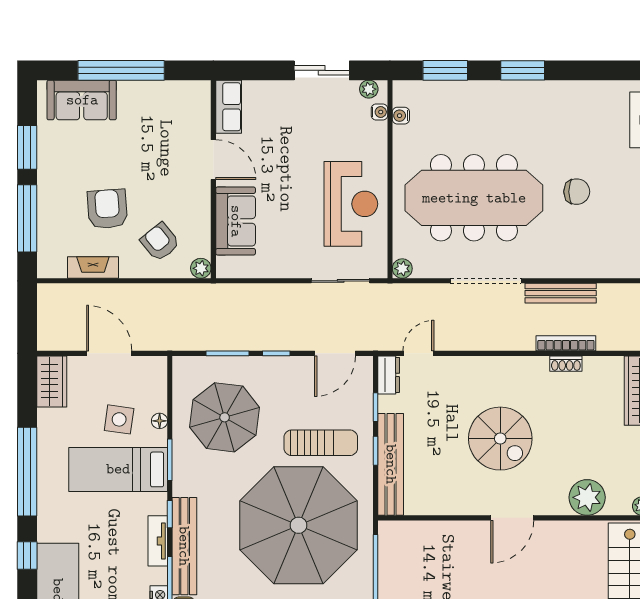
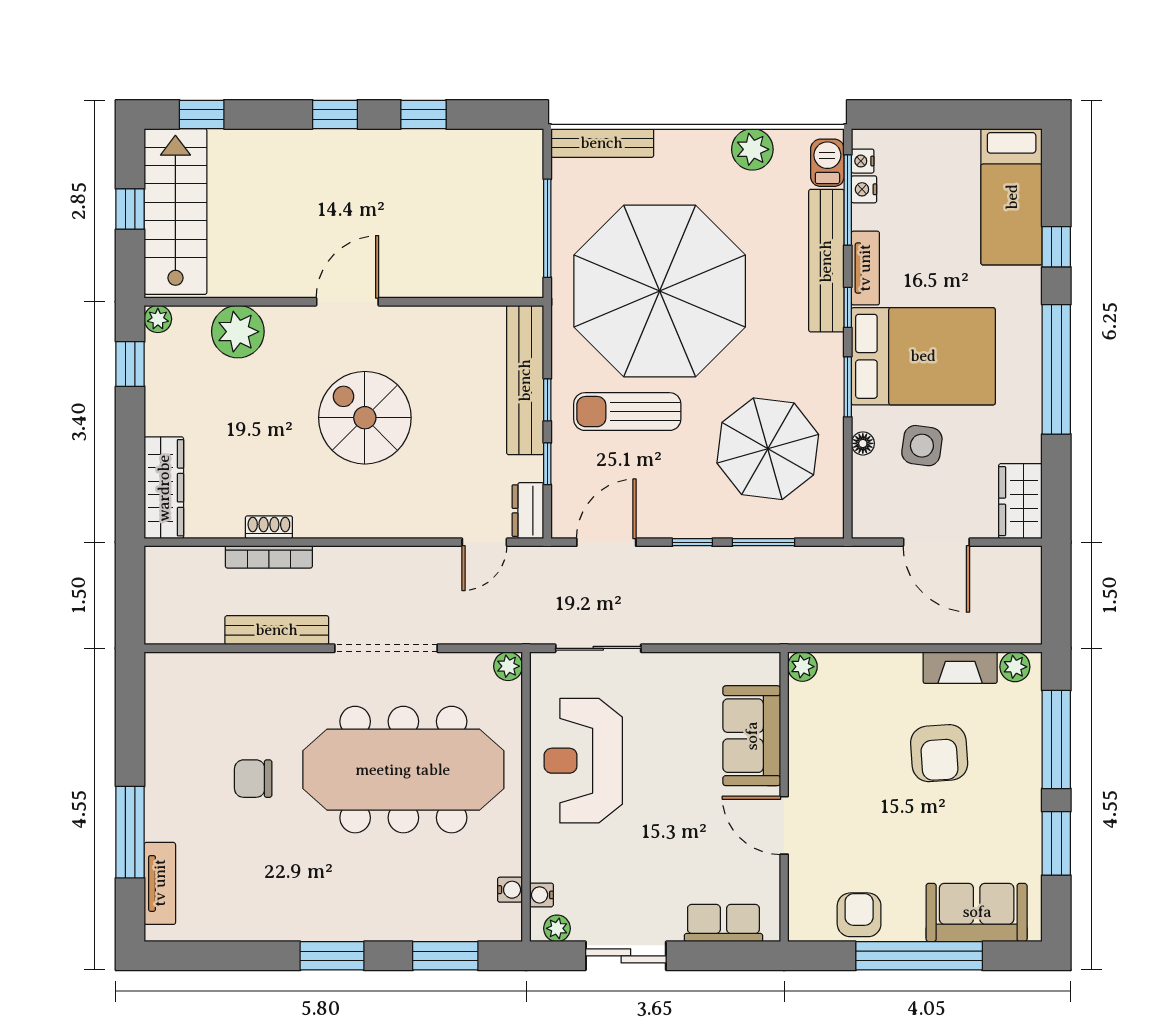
row of seats: (229, 107) -> (723, 923), moved, turned 90
armchair: (160, 242) -> (859, 915), moved, turned -141
plant: (55, 268) -> (1015, 667), added
bed: (118, 469) -> (923, 356), width x1.50

